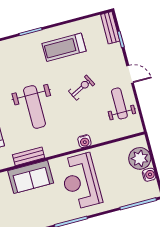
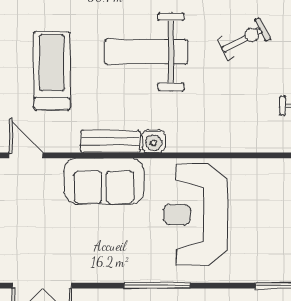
weight bench: (35, 107) -> (146, 52), turned 90
water cooler: (84, 141) -> (154, 141), moved

